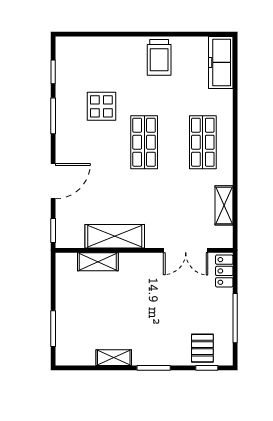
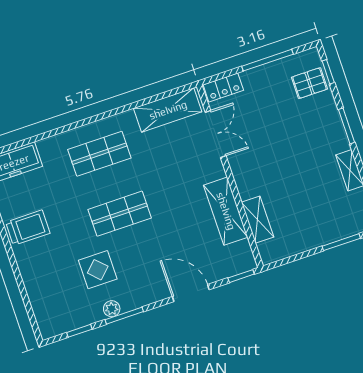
plant: (63, 107) -> (112, 309), added
shelving: (224, 205) -> (168, 110), width x1.50, depth x1.33

